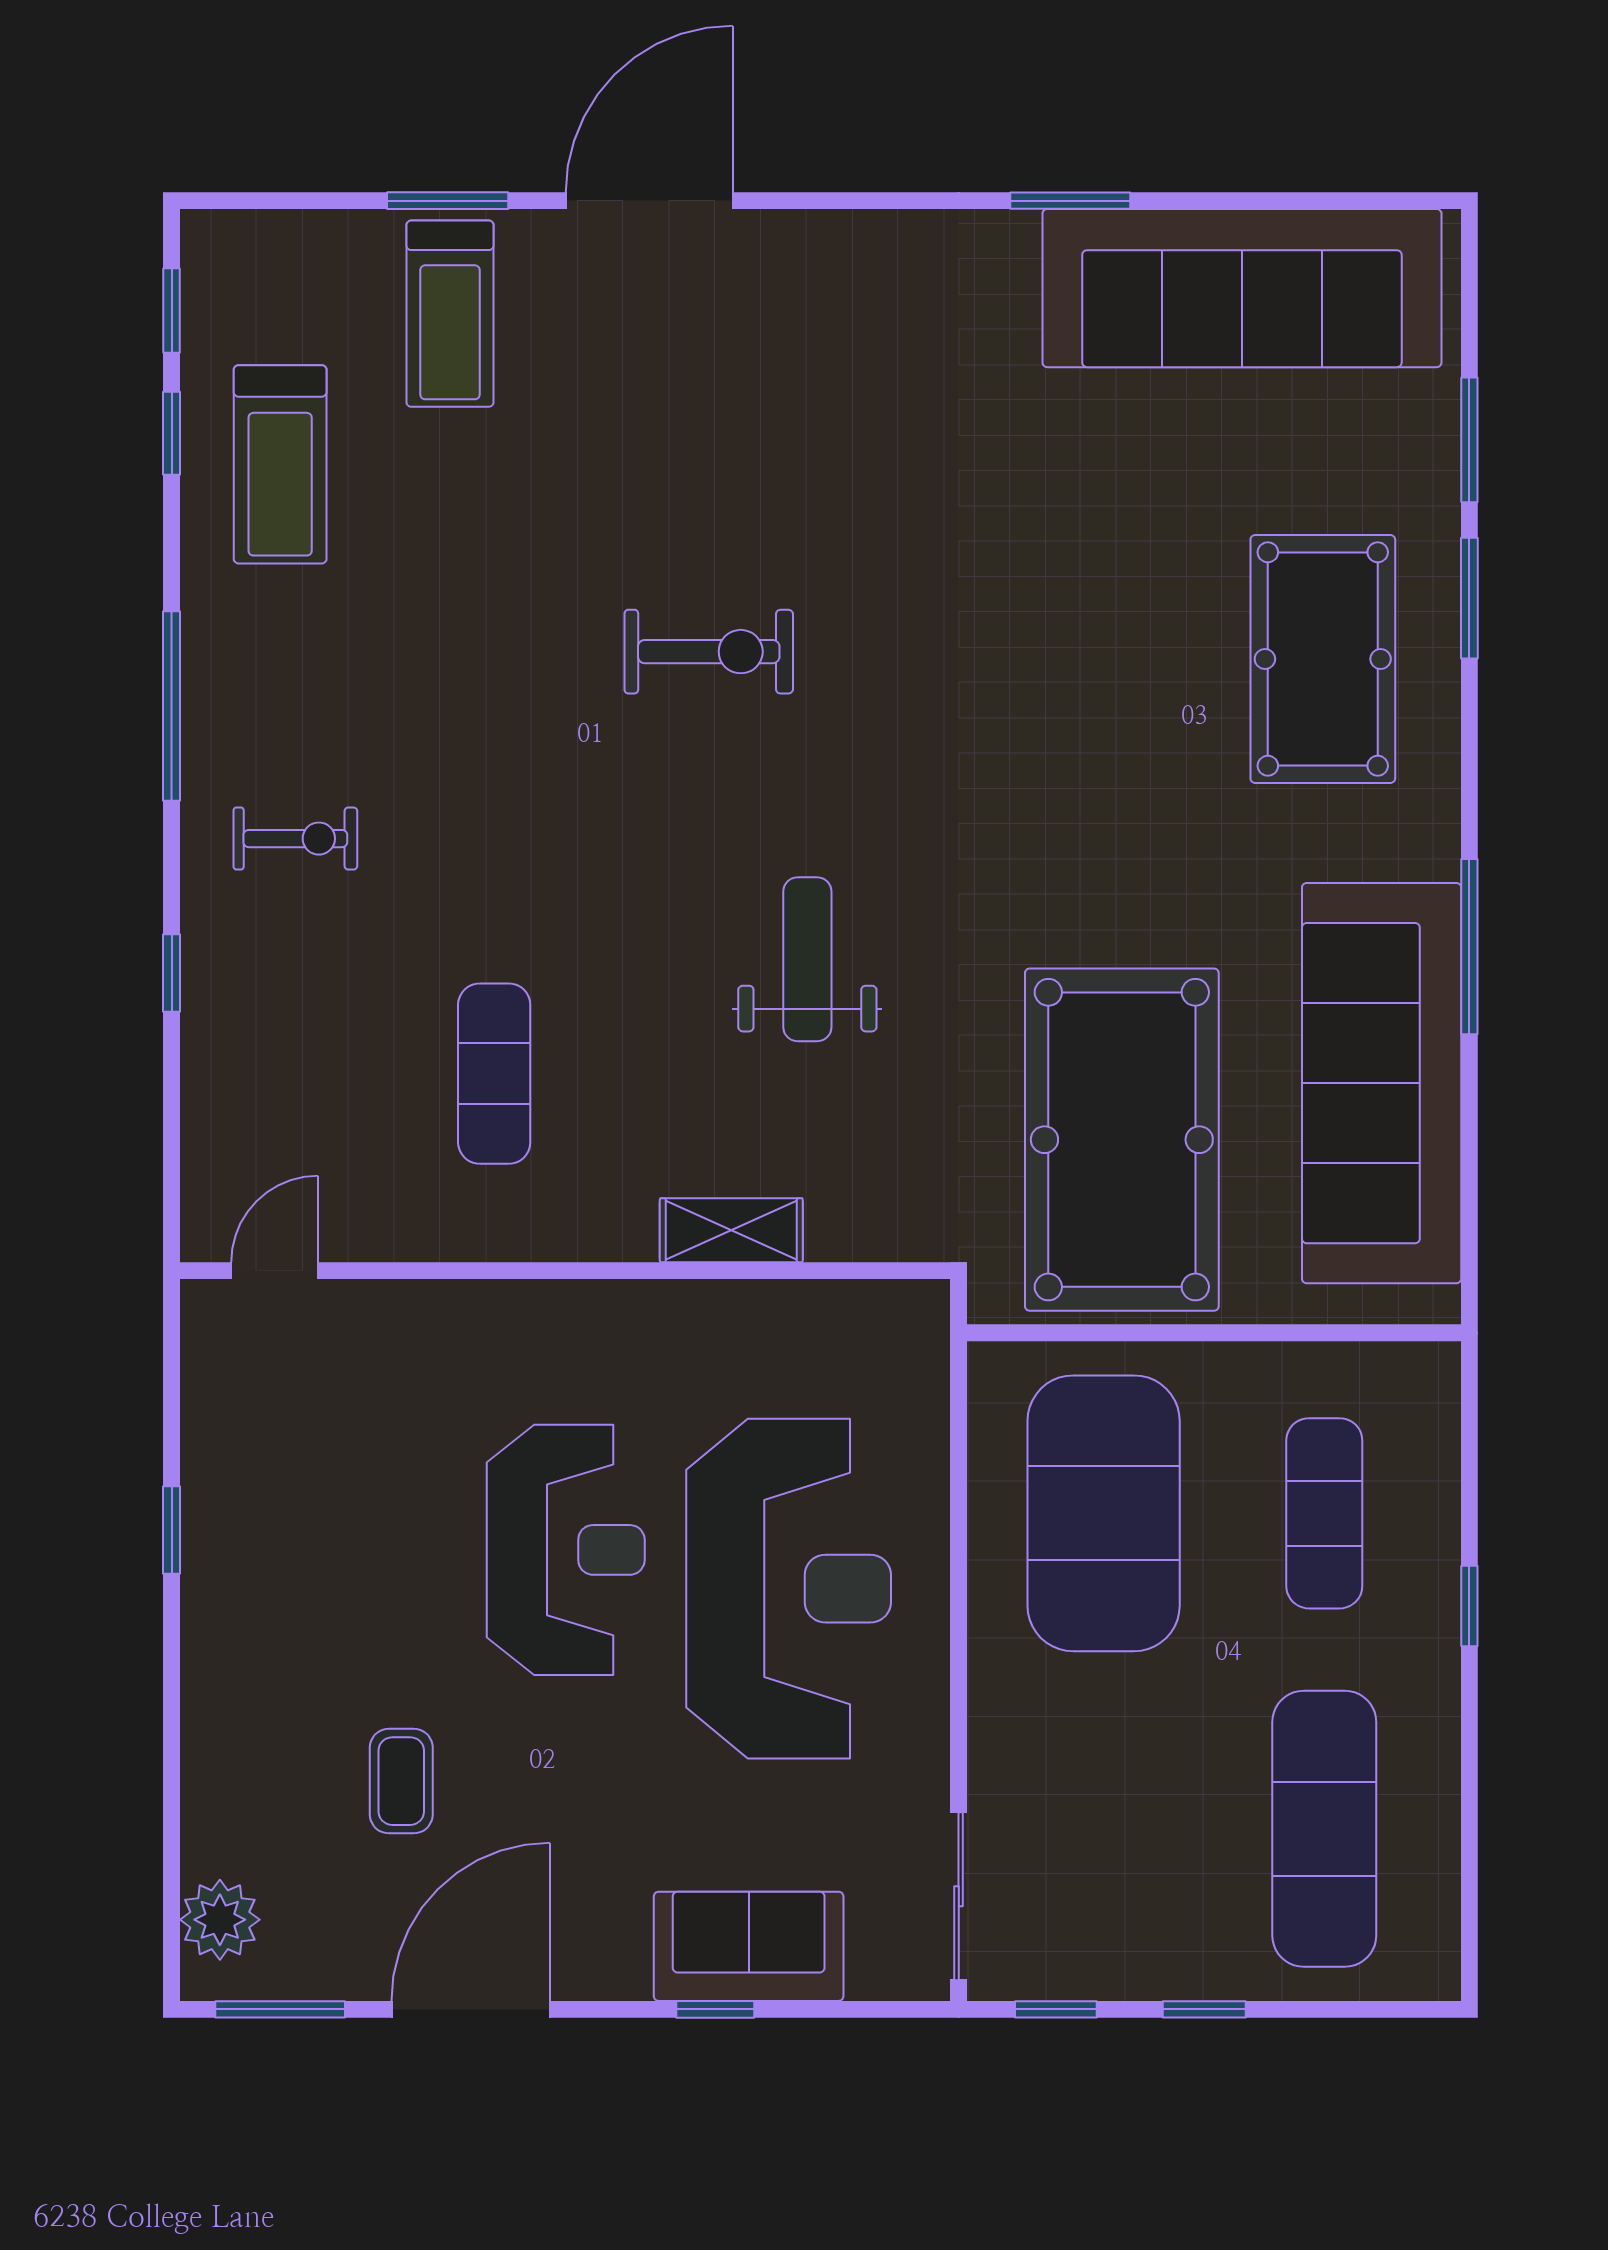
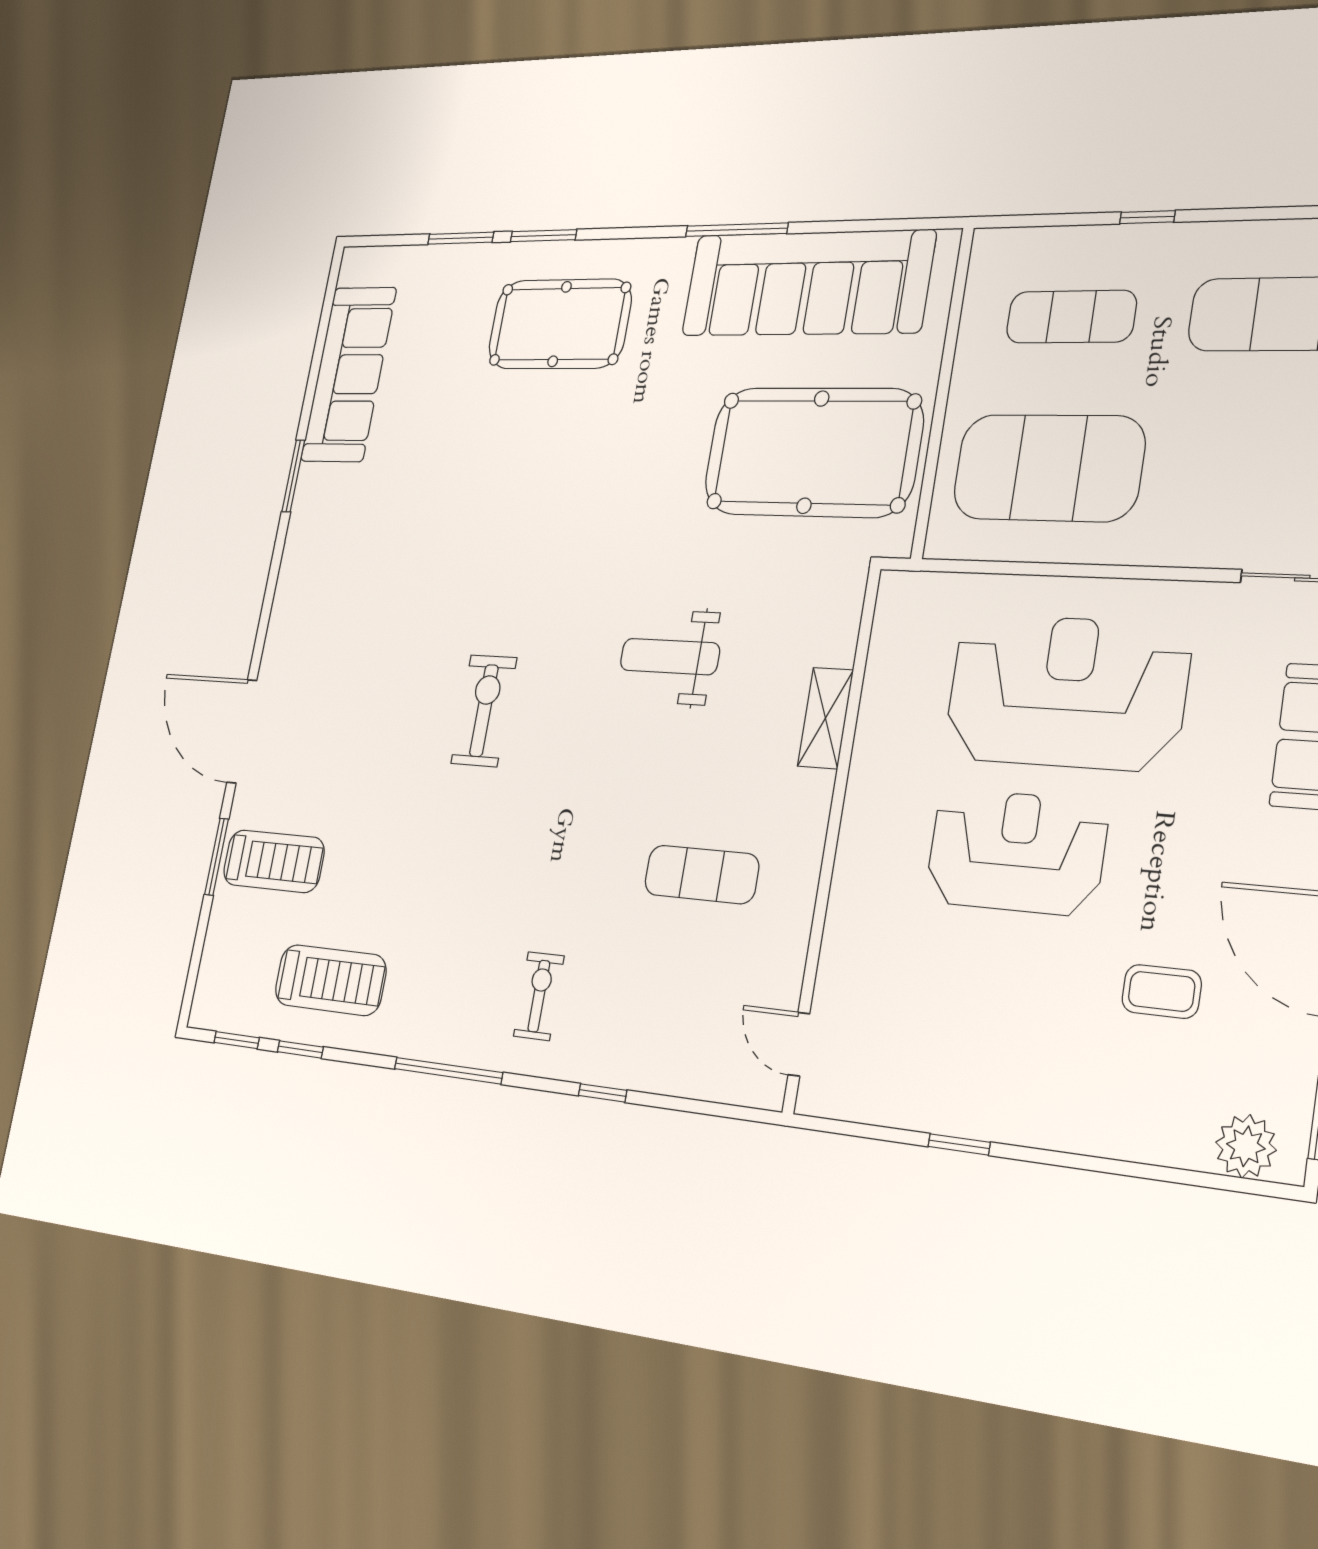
sofa: (1242, 288) -> (349, 374), width x0.74, depth x0.79

